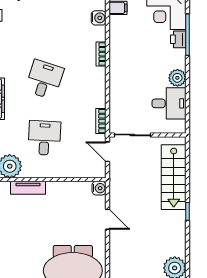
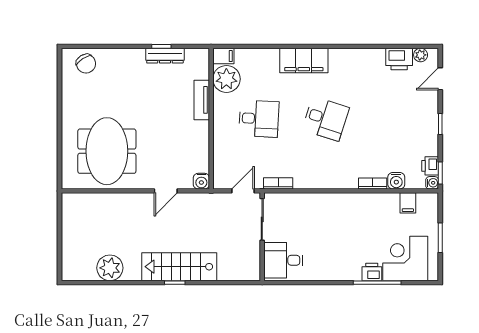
bookcase: (101, 54) -> (373, 184), moved
plant: (177, 78) -> (328, 271), removed
desk: (169, 103) -> (283, 260), moved, turned 90
stairs: (174, 177) -> (179, 267), moved

